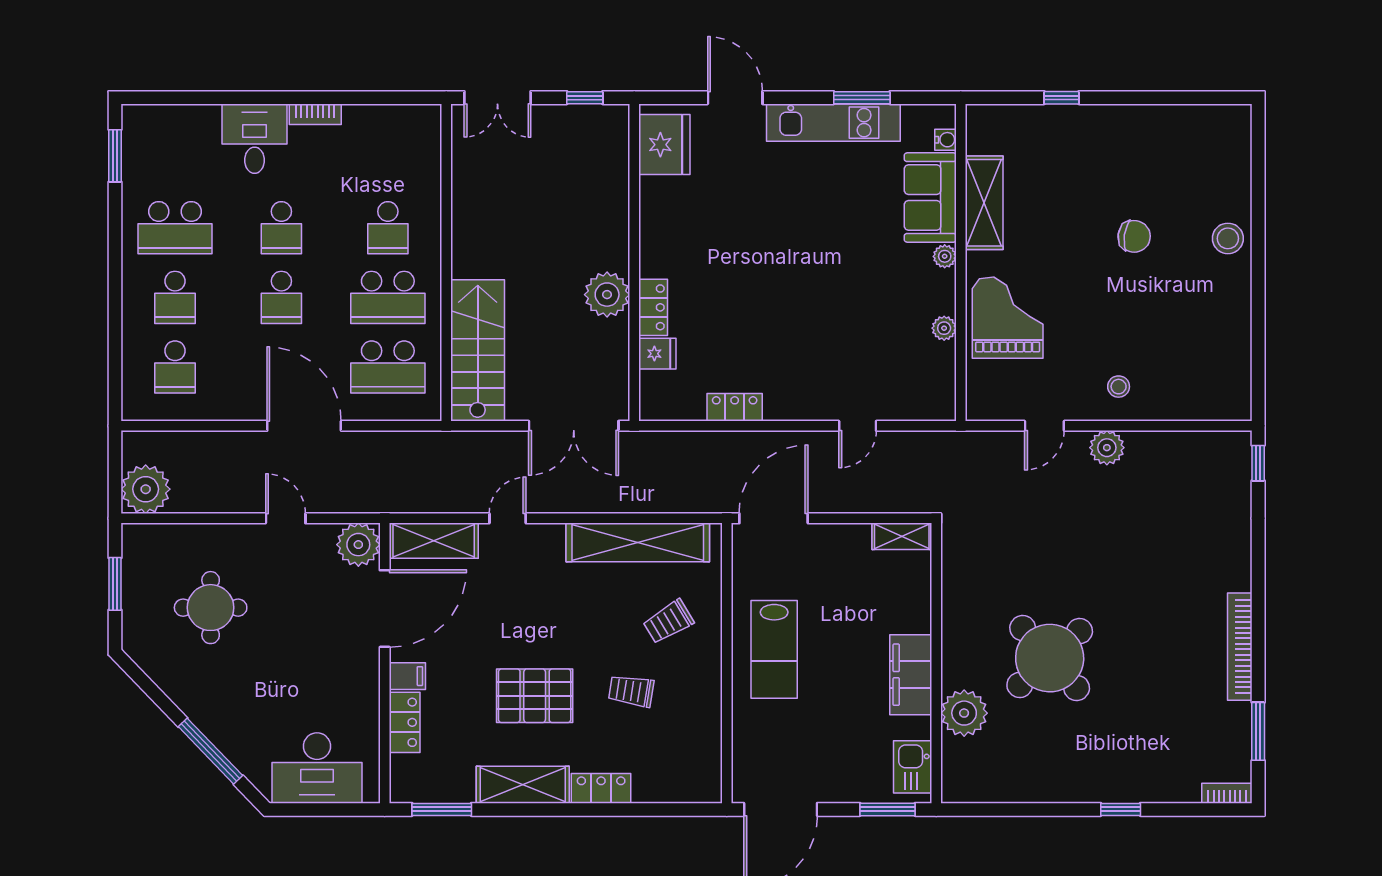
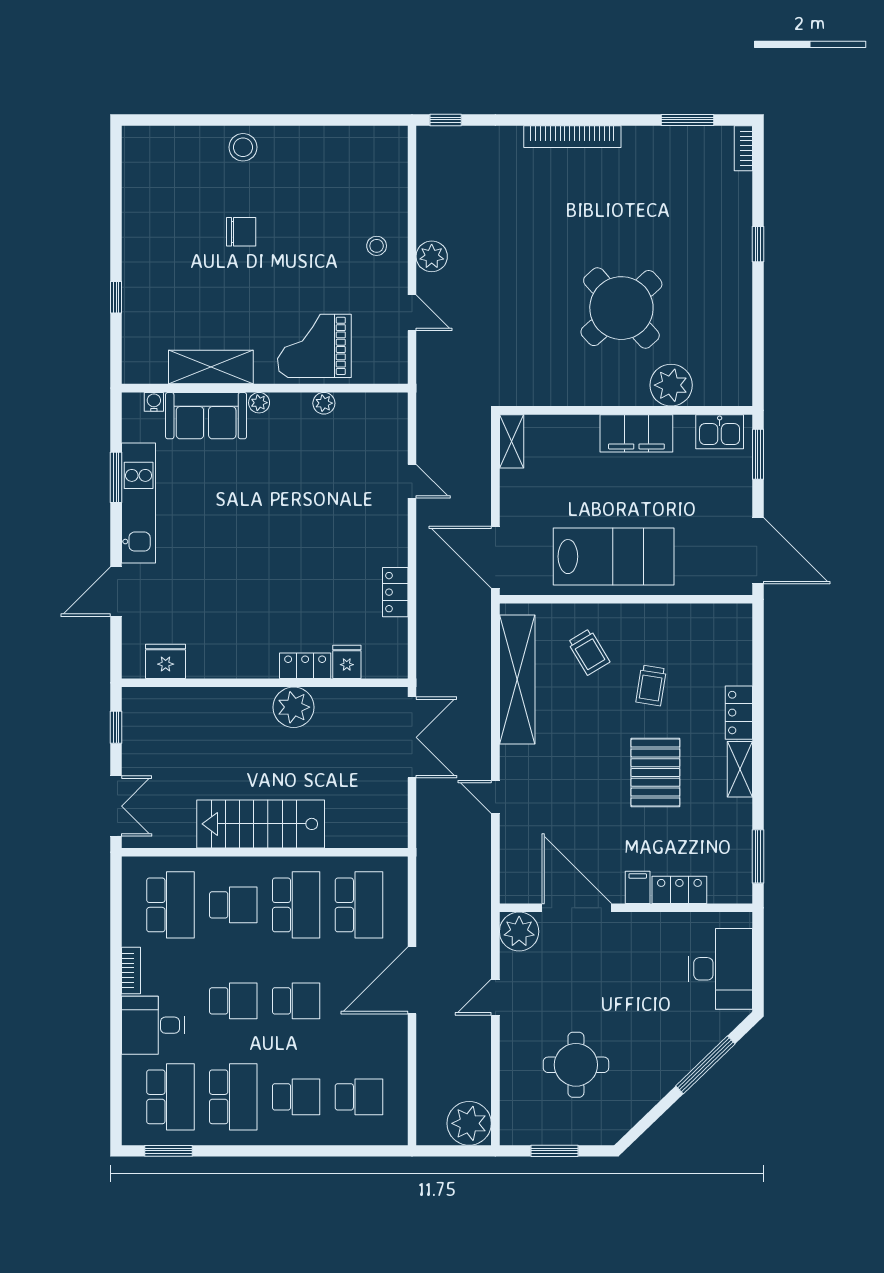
fridge: (664, 145) -> (166, 661), width x0.73, depth x0.75
school desk: (175, 158) -> (170, 1097), added
school desk: (388, 158) -> (170, 905), added
chair: (1134, 236) -> (241, 232), turned 82
stairs: (478, 350) -> (261, 824), moved
shelving: (434, 541) -> (516, 864), removed
bookcase: (1240, 647) -> (572, 137), moved
lab bench: (774, 649) -> (614, 557), width x1.36, depth x1.39
shelving: (523, 785) -> (740, 769), width x0.67, depth x0.75

